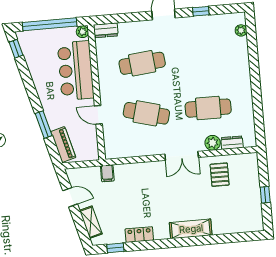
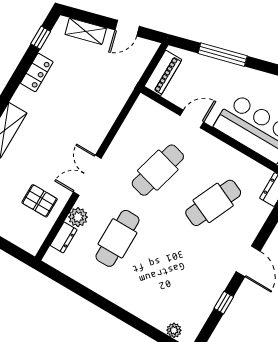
cafe table: (142, 63) -> (213, 203), turned 30
window: (44, 125) -> (223, 55), width x1.44
piano: (63, 144) -> (163, 73), moved, turned -75
filing cabinet: (107, 173) -> (124, 85), removed

